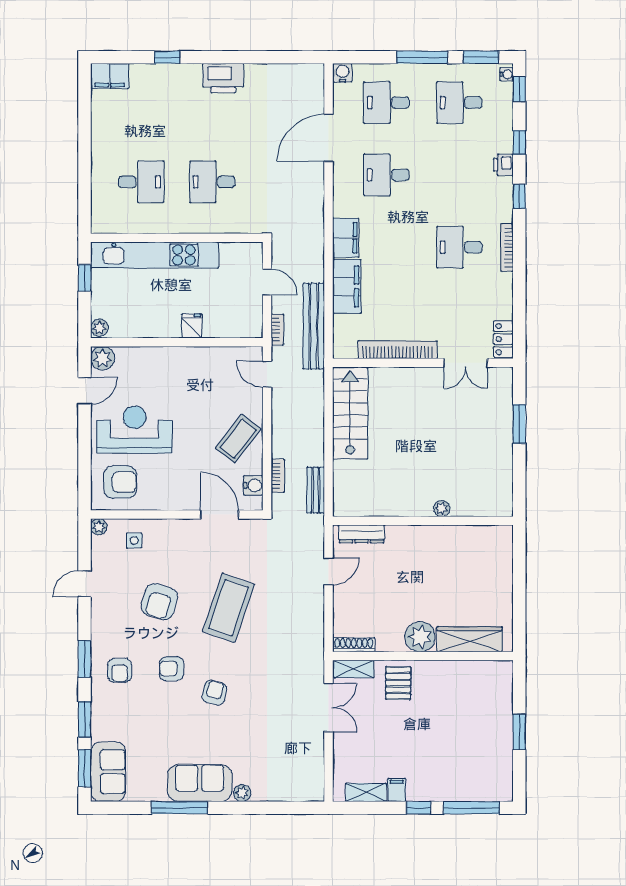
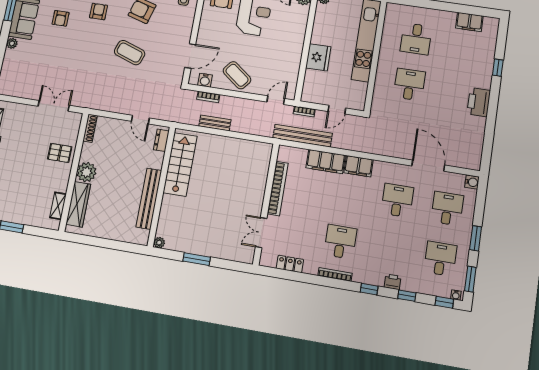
window: (422, 57) -> (476, 238), width x0.69
filing cabinet: (110, 76) -> (469, 22), moved, turned -90
fridge: (192, 326) -> (318, 57), width x1.88, depth x1.34
locker: (503, 339) -> (290, 264), moved
stairs: (350, 413) -> (180, 164), moved, turned -90
window: (519, 424) -> (197, 259), moved
bench: (316, 490) -> (215, 123), moved
plant: (442, 508) -> (159, 243), moved
dresser: (362, 534) -> (161, 140), width x0.70
bench: (444, 536) -> (149, 199), added
coffee table: (228, 608) -> (130, 53), width x0.73, depth x0.76
shelving: (354, 669) -> (58, 206), moved
armchair: (214, 693) -> (61, 18), moved, turned 77
double door: (329, 707) -> (54, 106), swing flipped

